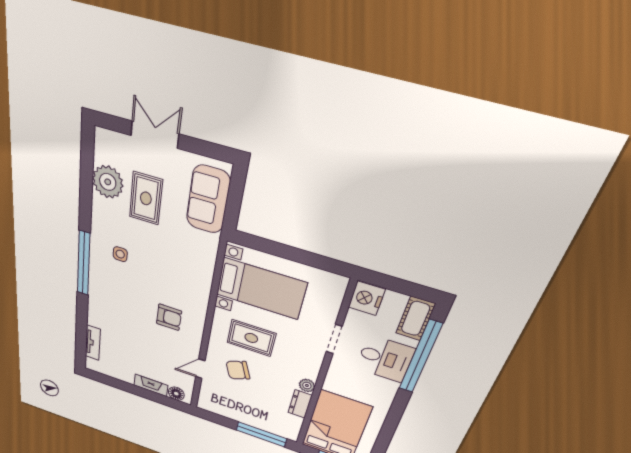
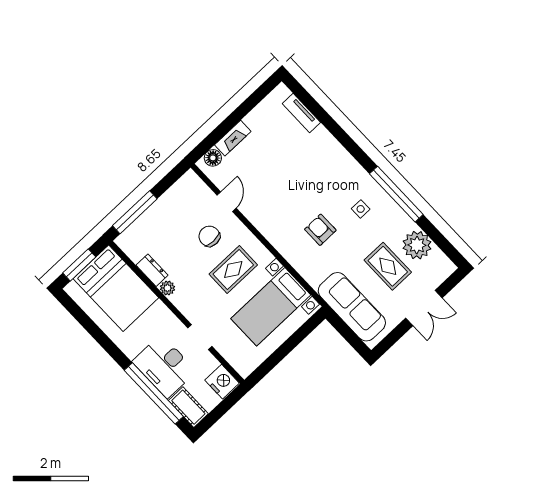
sofa: (208, 200) -> (352, 307), width x1.36
window: (84, 264) -> (396, 194), moved
armchair: (169, 317) -> (320, 230), moved, turned 90
desk: (385, 359) -> (164, 366), width x1.37
chair: (238, 370) -> (209, 236), turned -68

